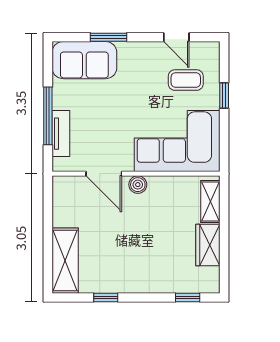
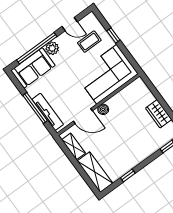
window: (109, 37) -> (37, 48), width x2.11
plant: (129, 52) -> (52, 48), added
tv unit: (61, 134) -> (48, 112), width x1.41
shelving: (210, 201) -> (73, 146), moved

